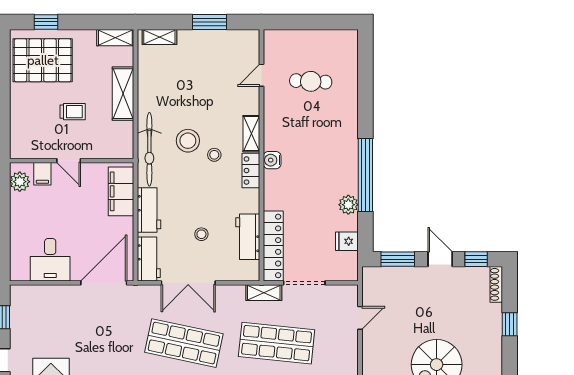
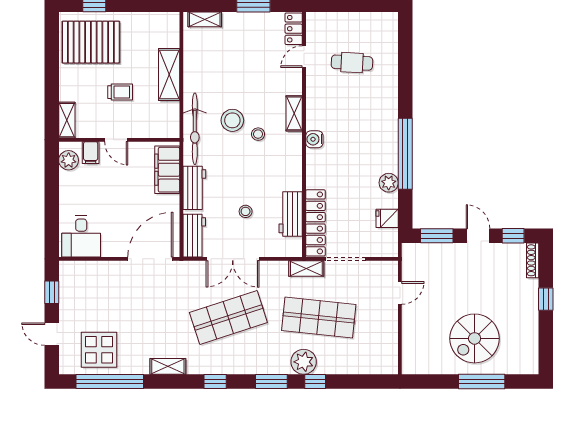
shelving: (115, 38) -> (67, 120), moved, turned 90
locker: (251, 171) -> (294, 29), moved
desk: (50, 260) -> (81, 236), moved
shop shelf: (184, 343) -> (228, 318), turned -30

